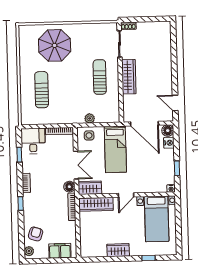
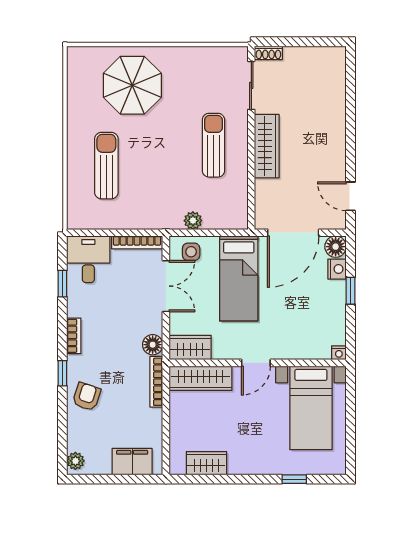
door: (144, 124) -> (293, 233), hinge flipped
double door: (76, 165) -> (166, 286), moved
window: (177, 168) -> (351, 291), moved
armchair: (36, 234) -> (87, 397), moved
wardrobe: (118, 250) -> (206, 463), moved

